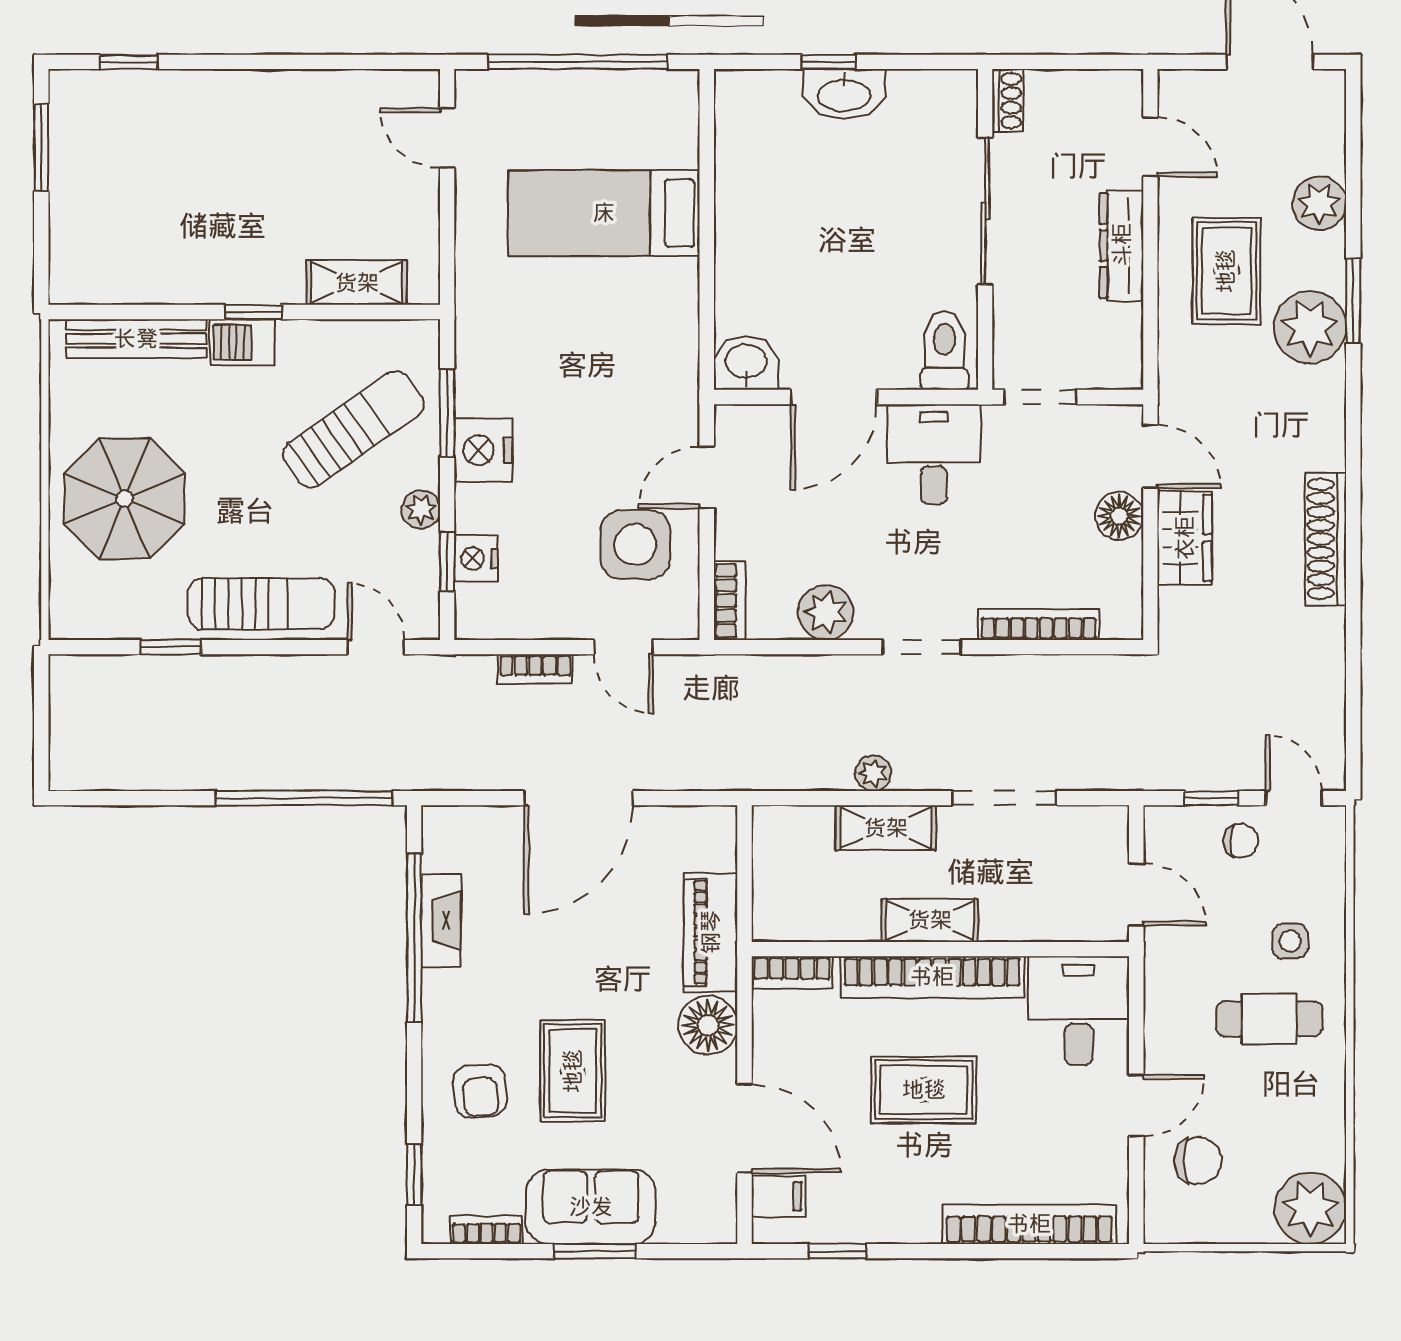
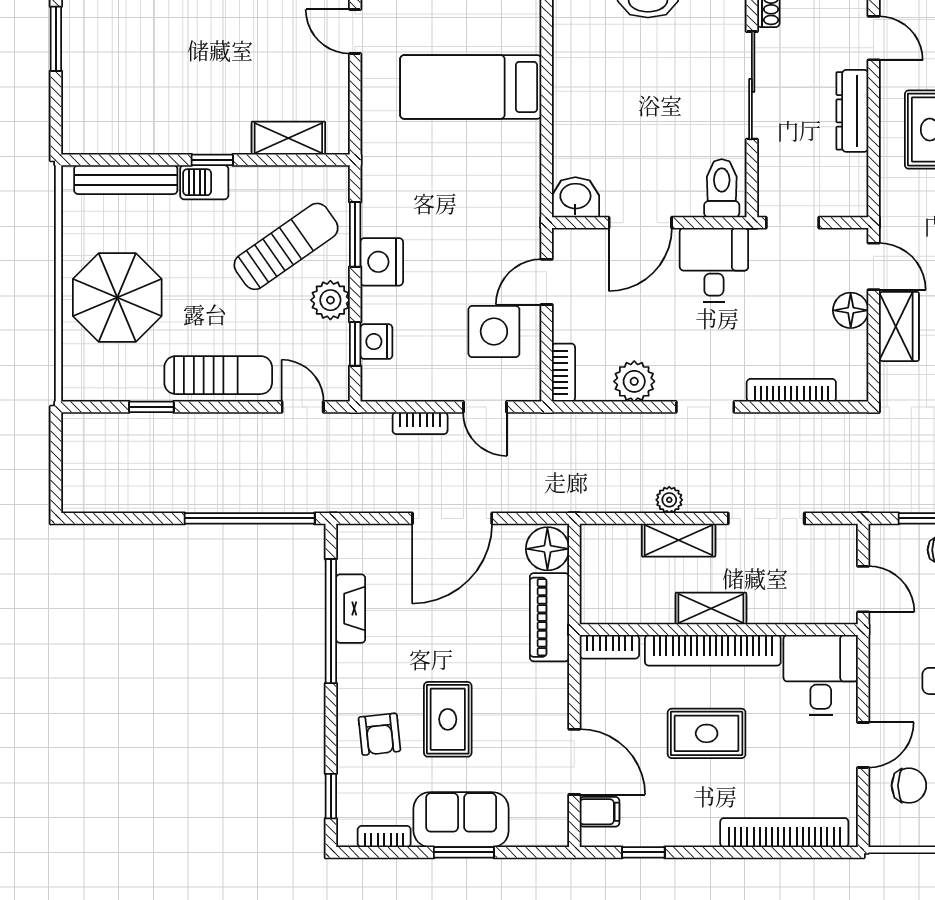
plant: (421, 509) -> (330, 300), width x1.38, depth x1.38
floor lamp: (708, 1025) -> (547, 549), moved

